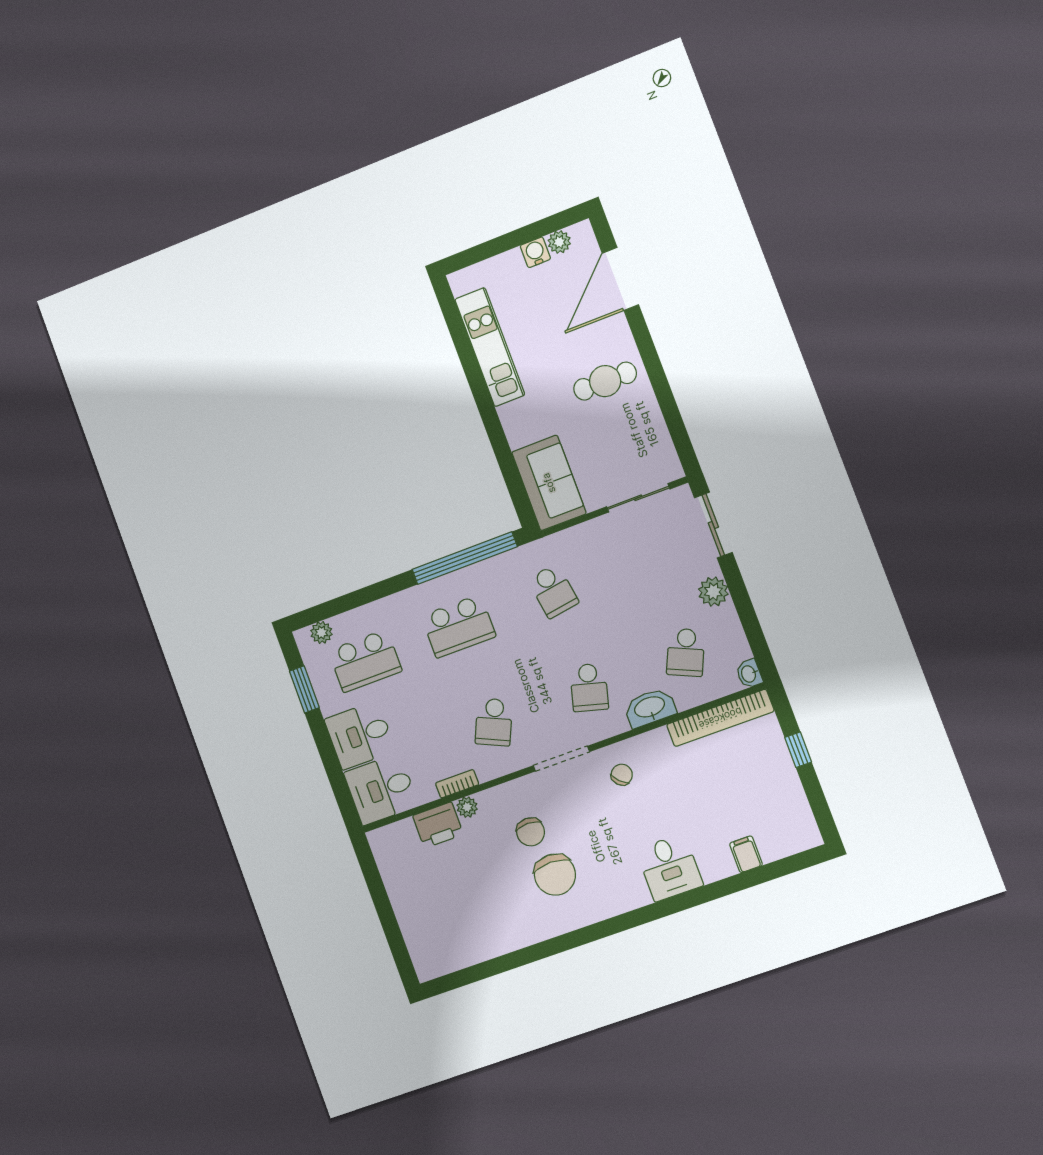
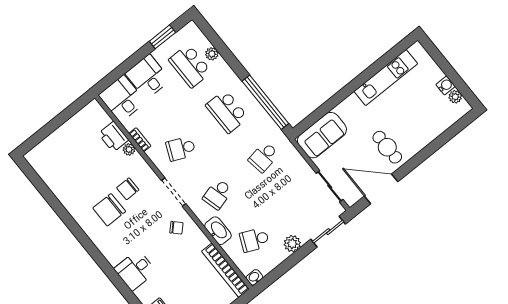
door: (620, 279) -> (381, 189), moved
plant: (321, 633) -> (212, 54), moved
school desk: (589, 687) -> (218, 194), turned -30

